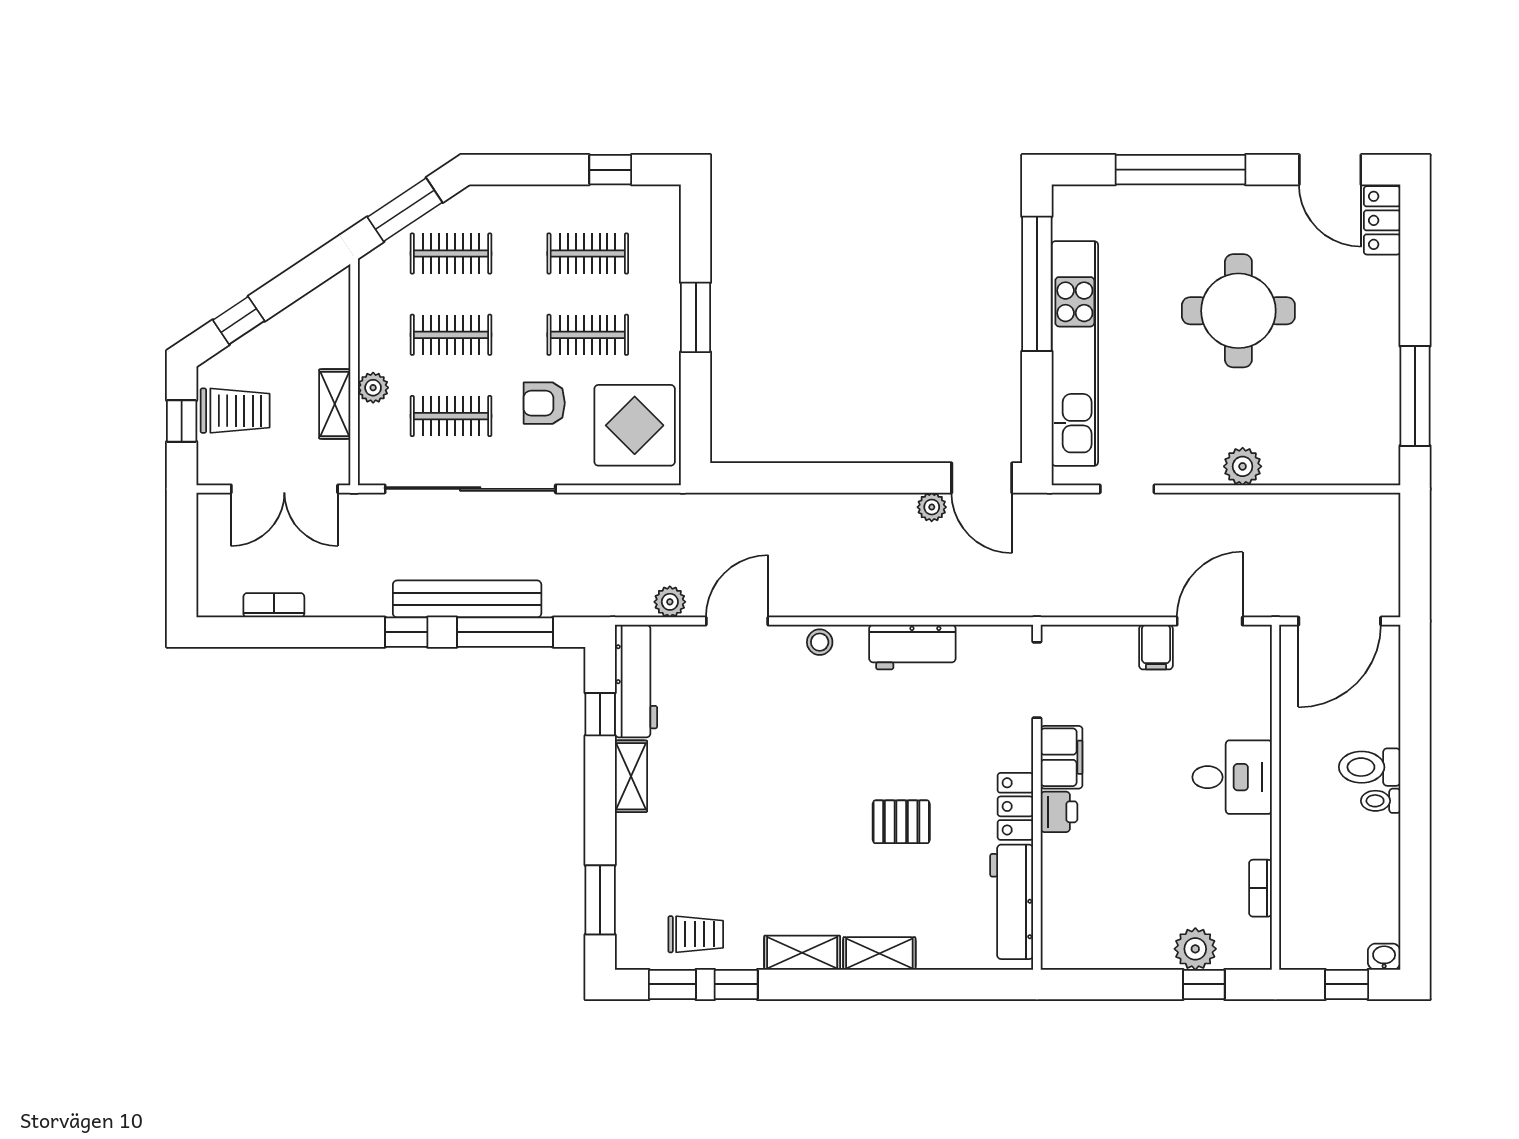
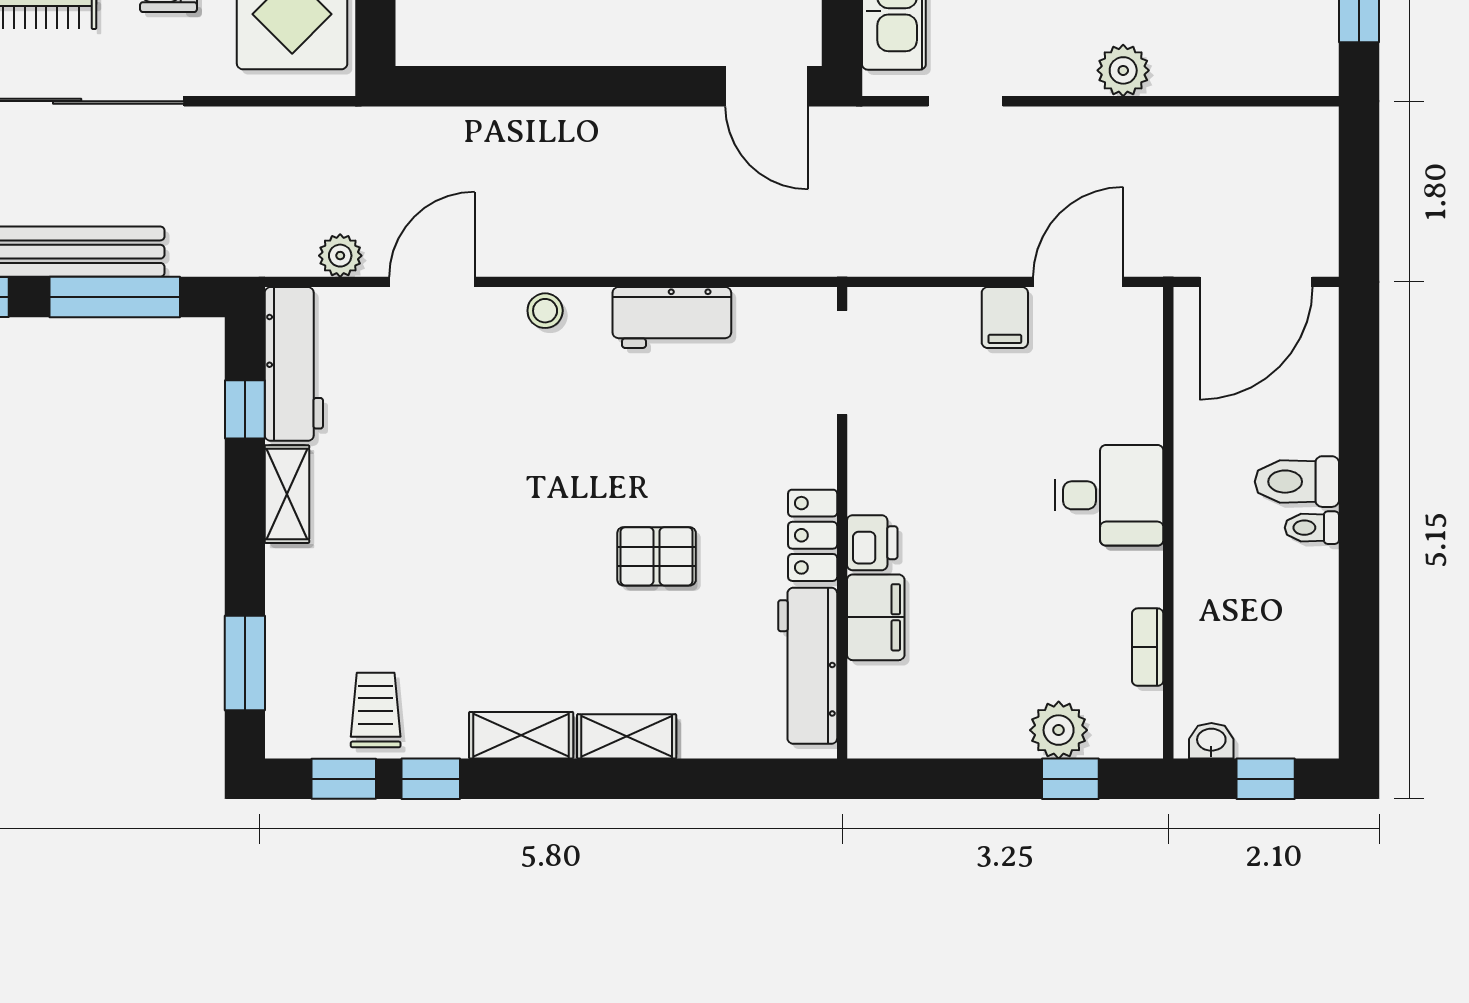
plant: (932, 507) -> (698, 126), removed
filing cabinet: (1062, 757) -> (876, 617), moved
trolley: (696, 934) -> (376, 710), turned -90
washbasin: (1384, 957) -> (1211, 741), moved

